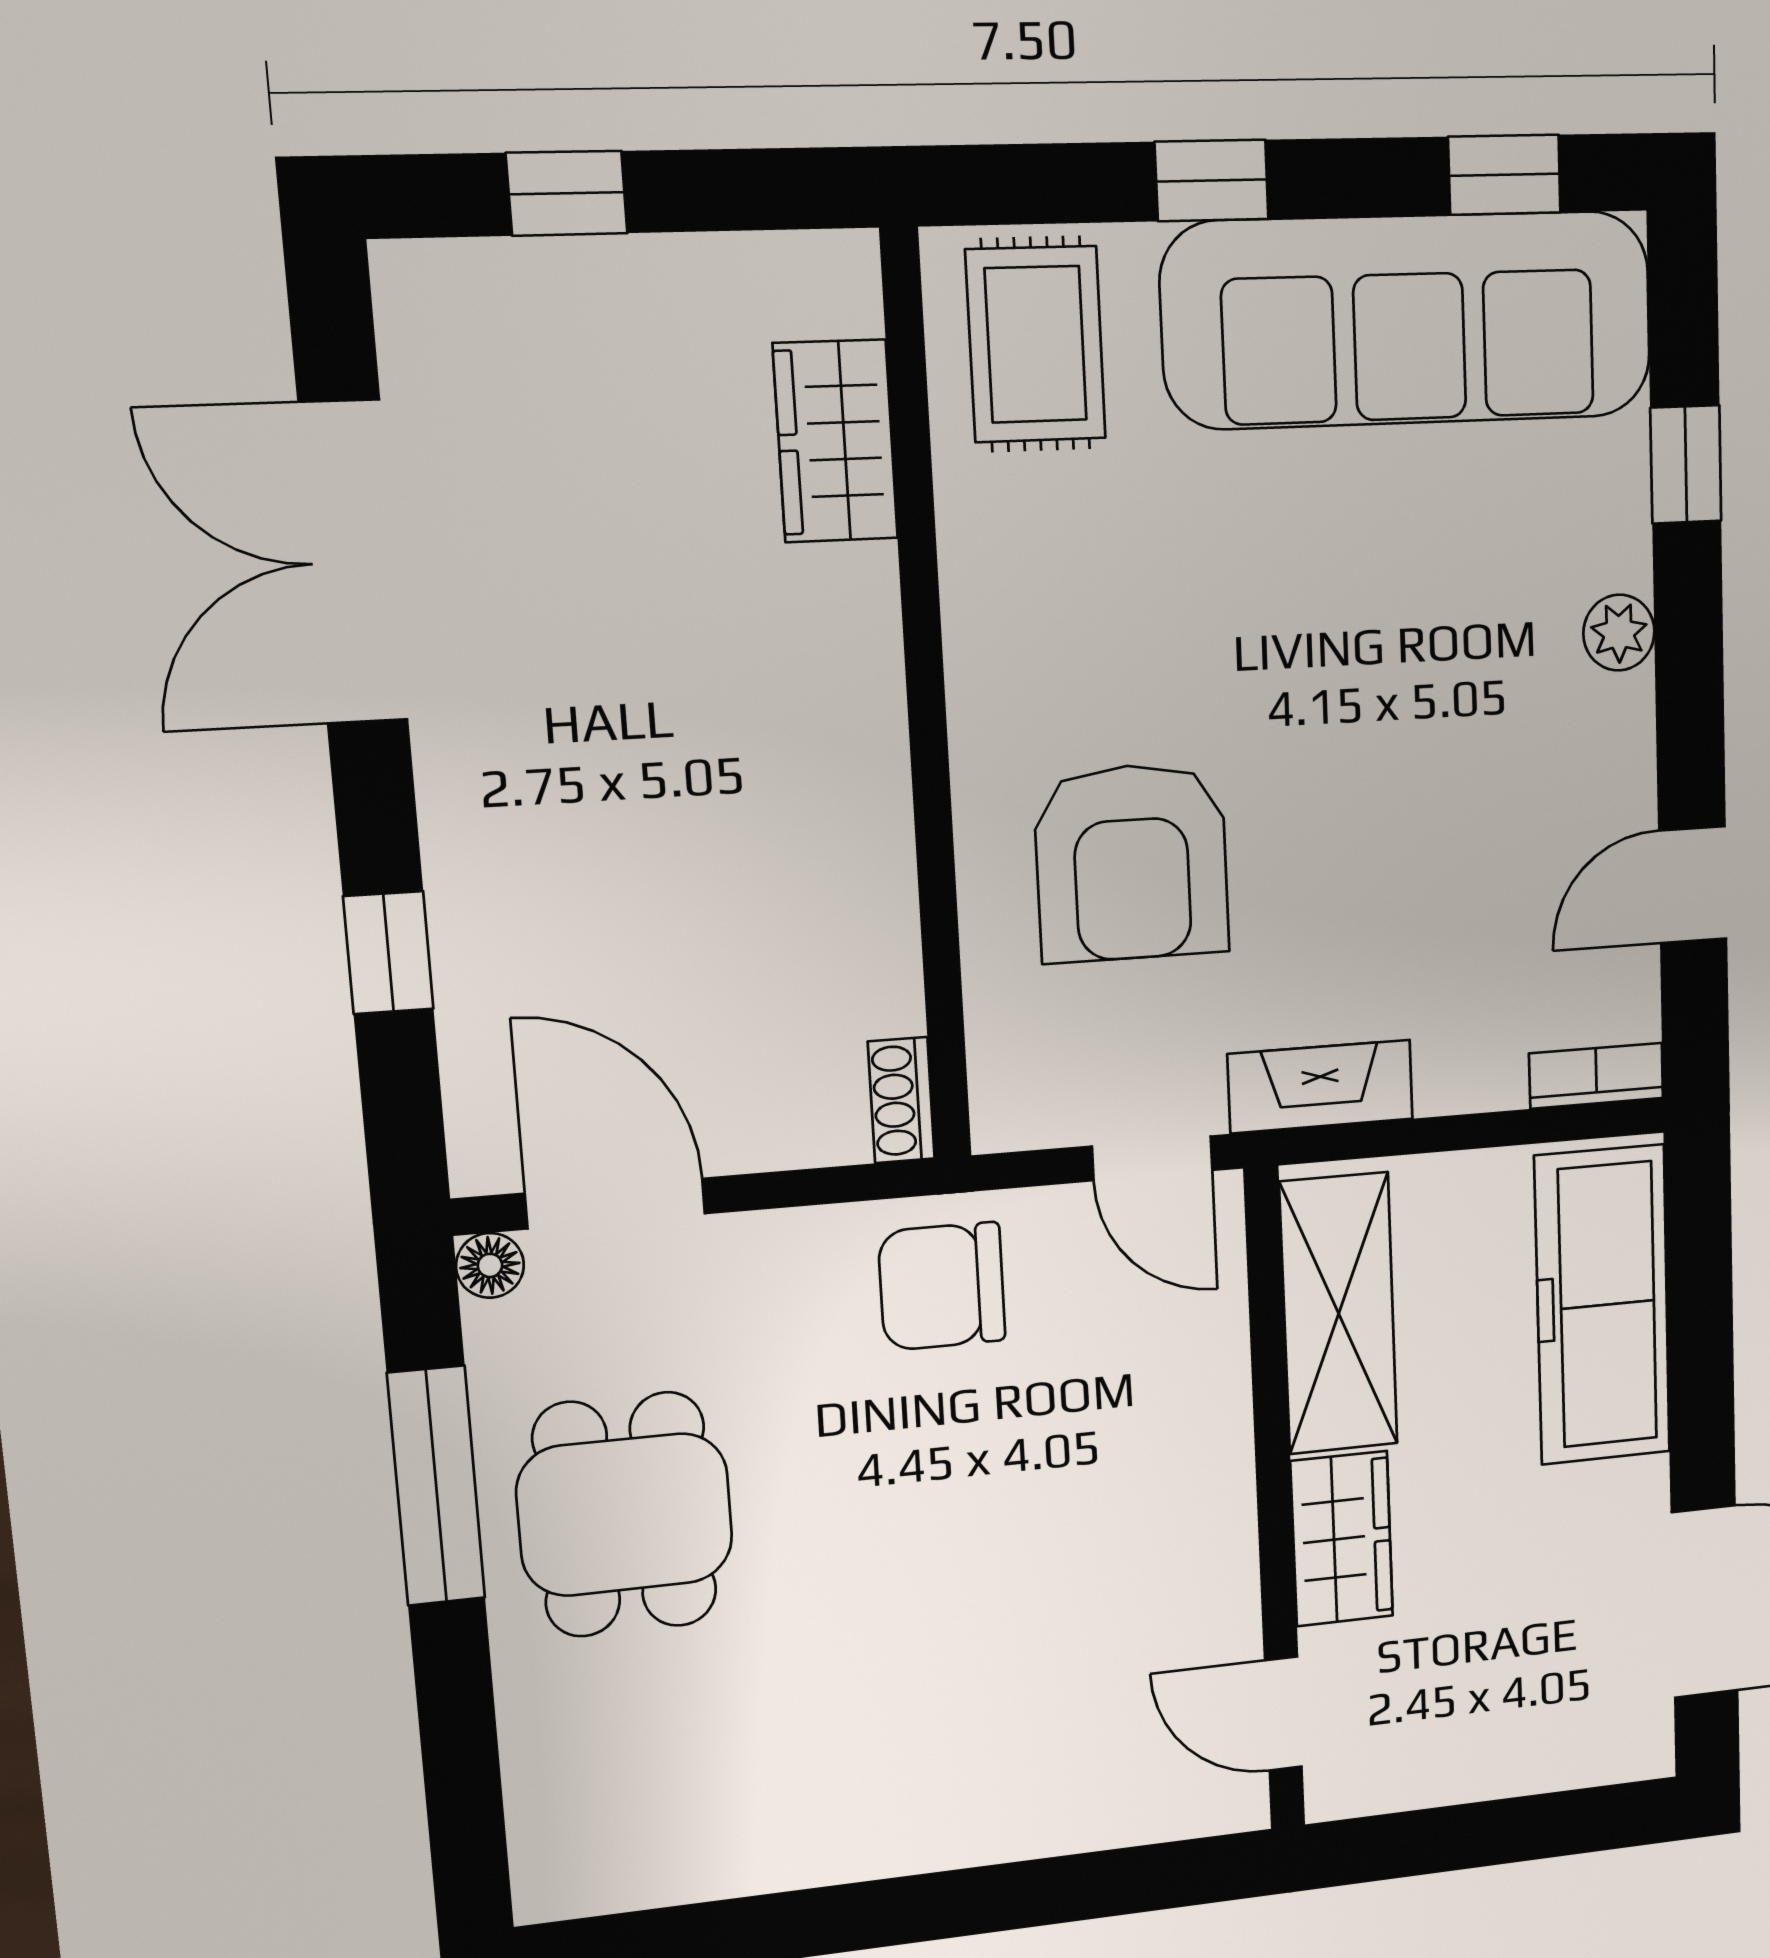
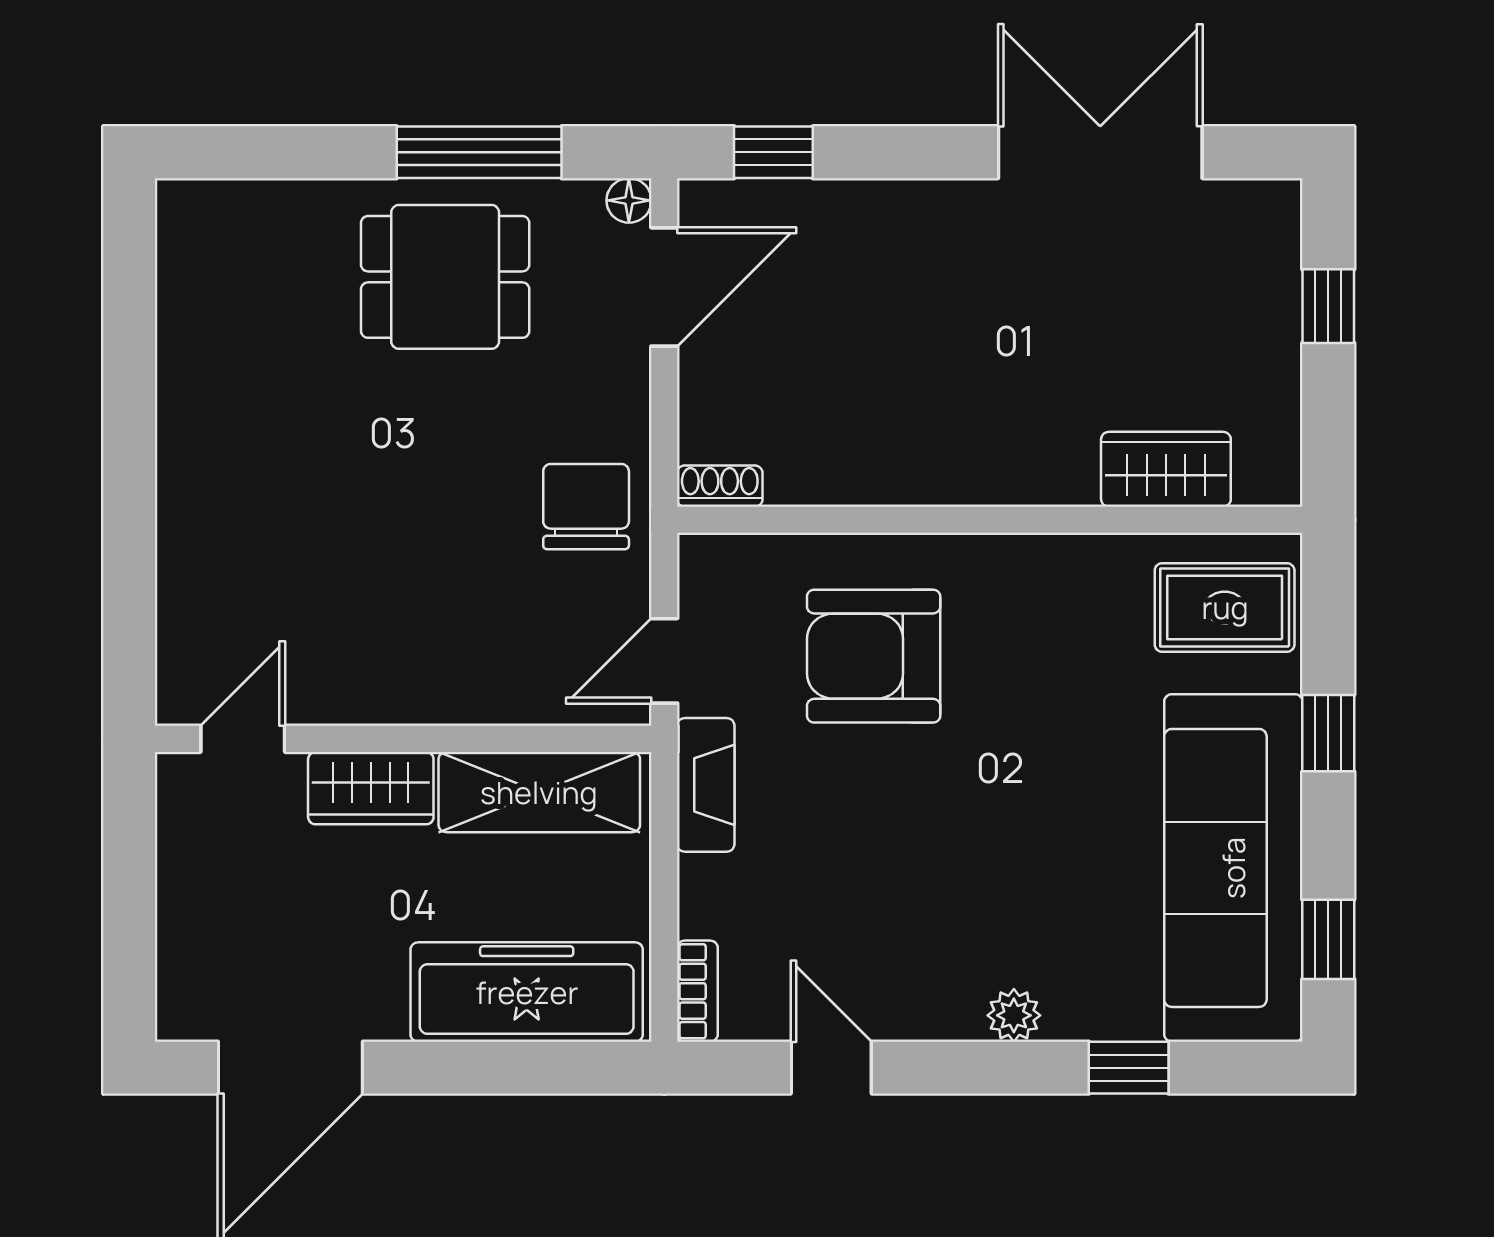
window: (388, 953) -> (773, 152), moved

